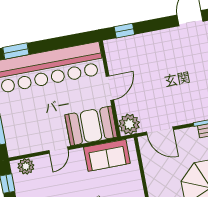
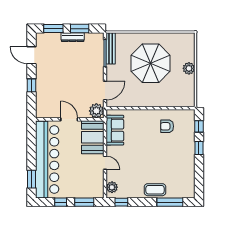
window: (124, 31) -> (32, 85), moved

